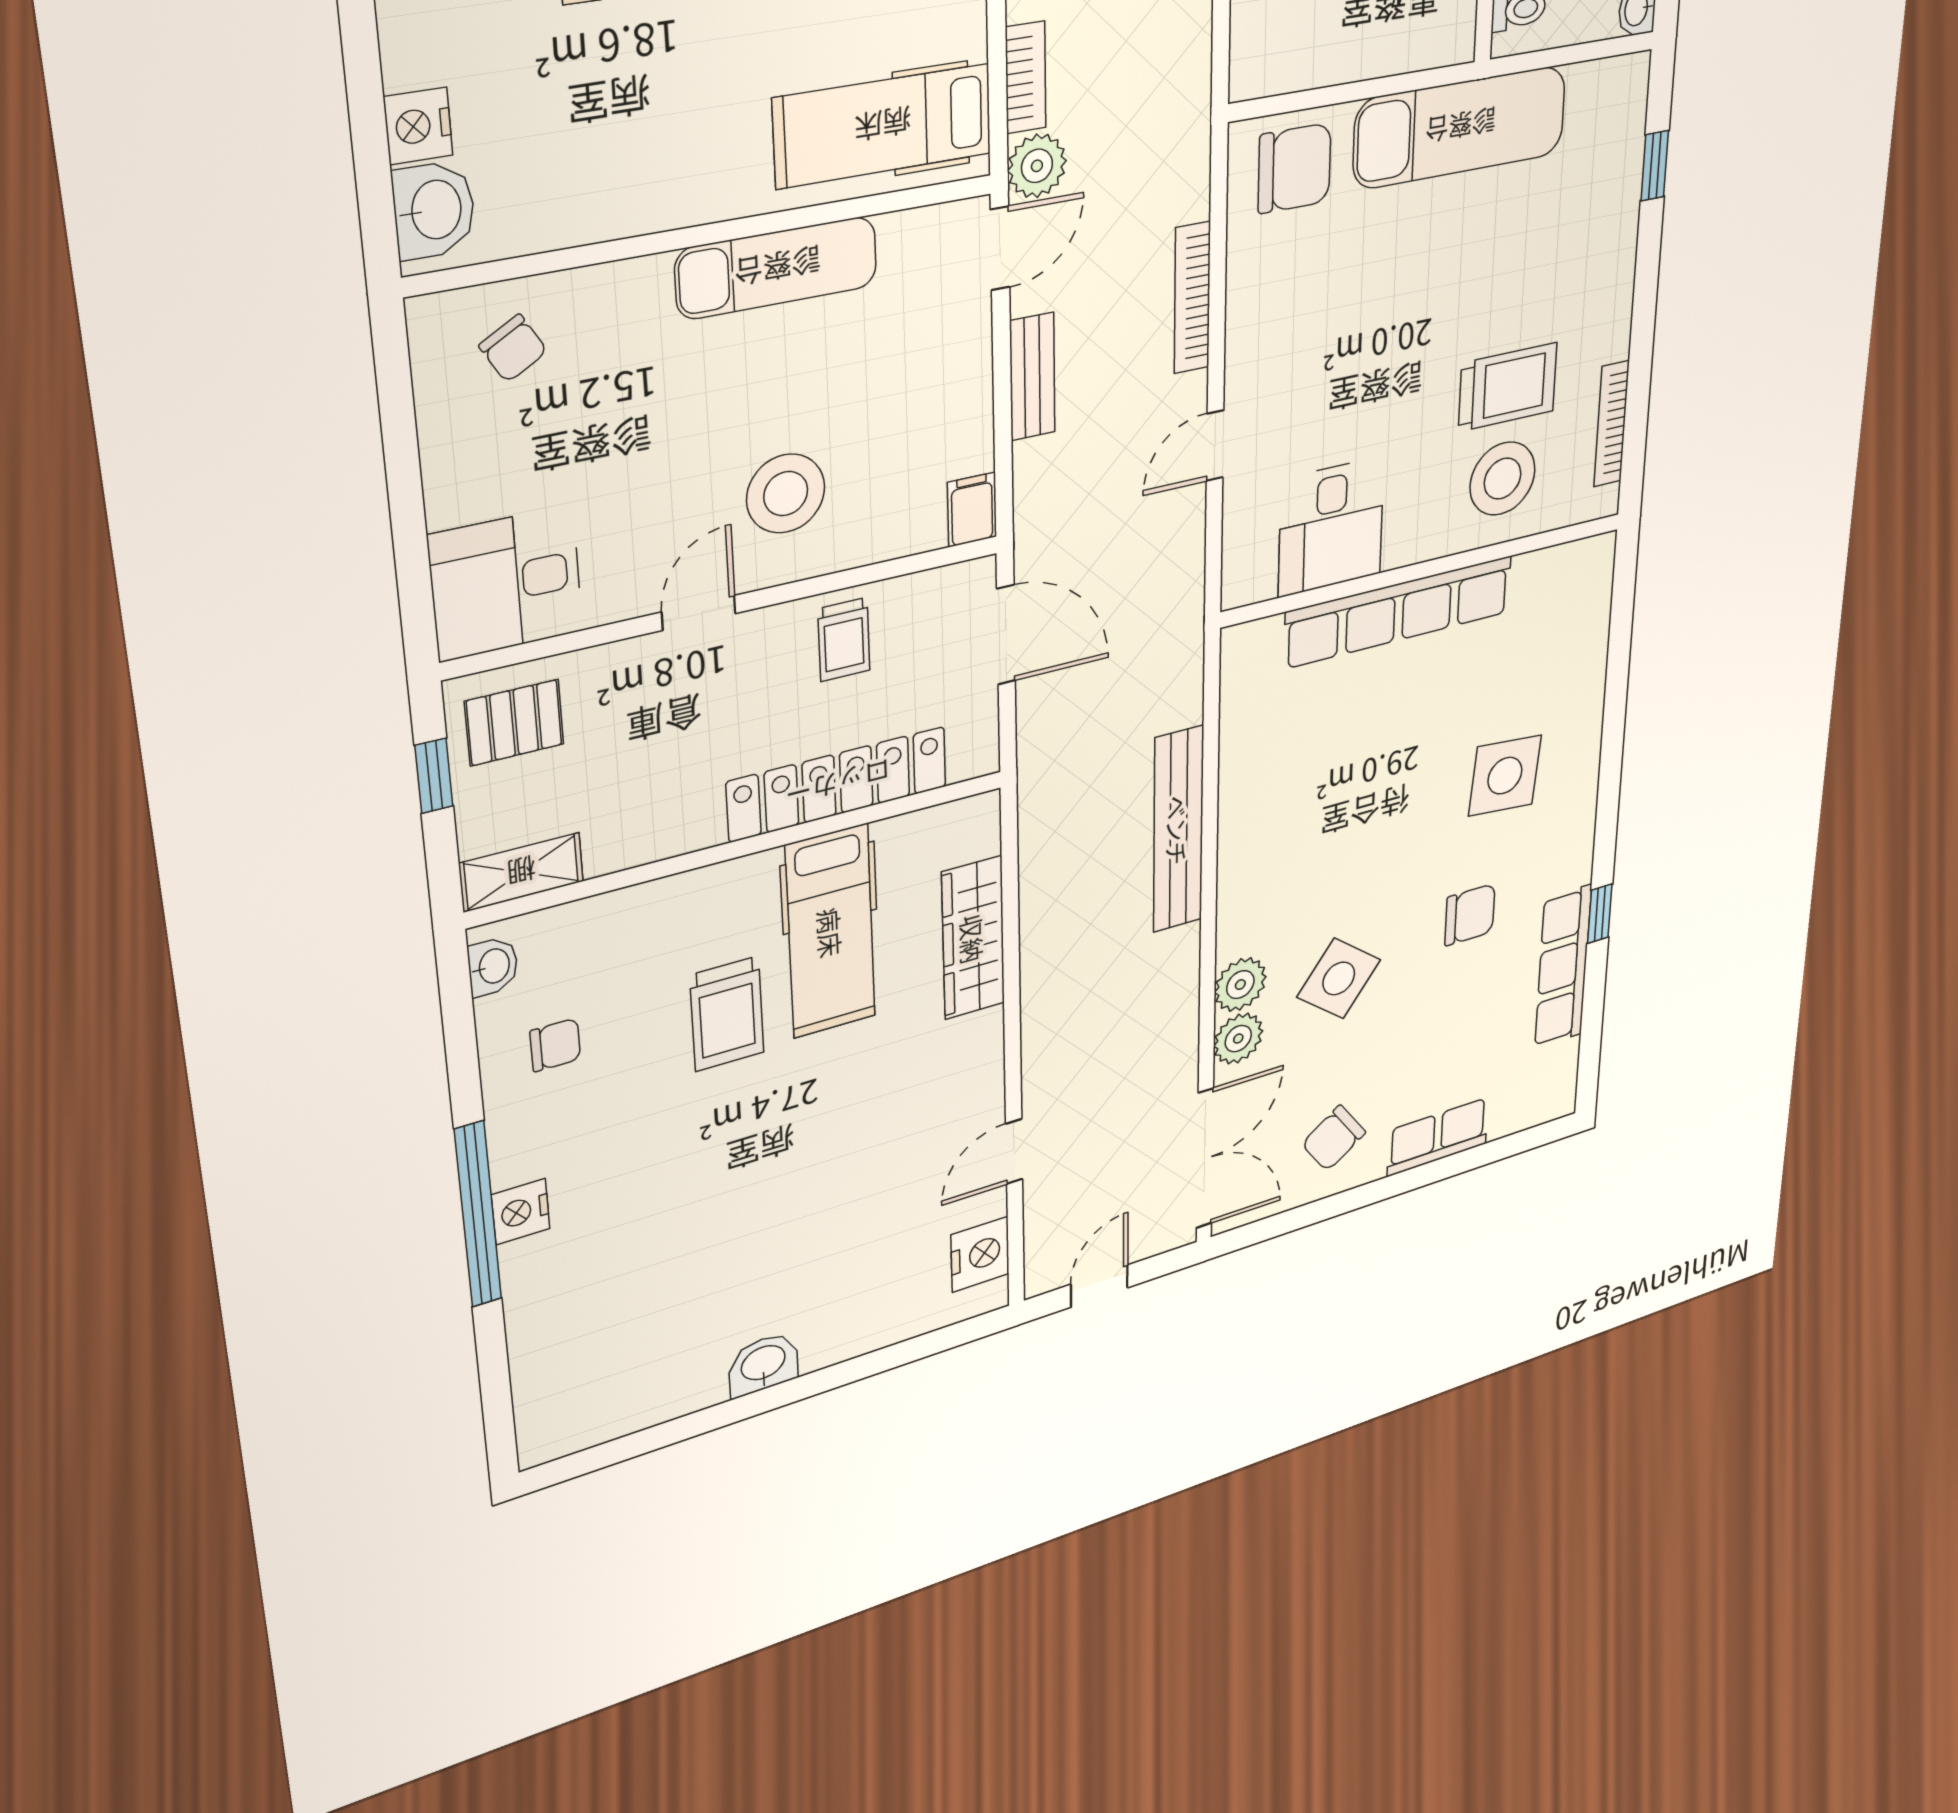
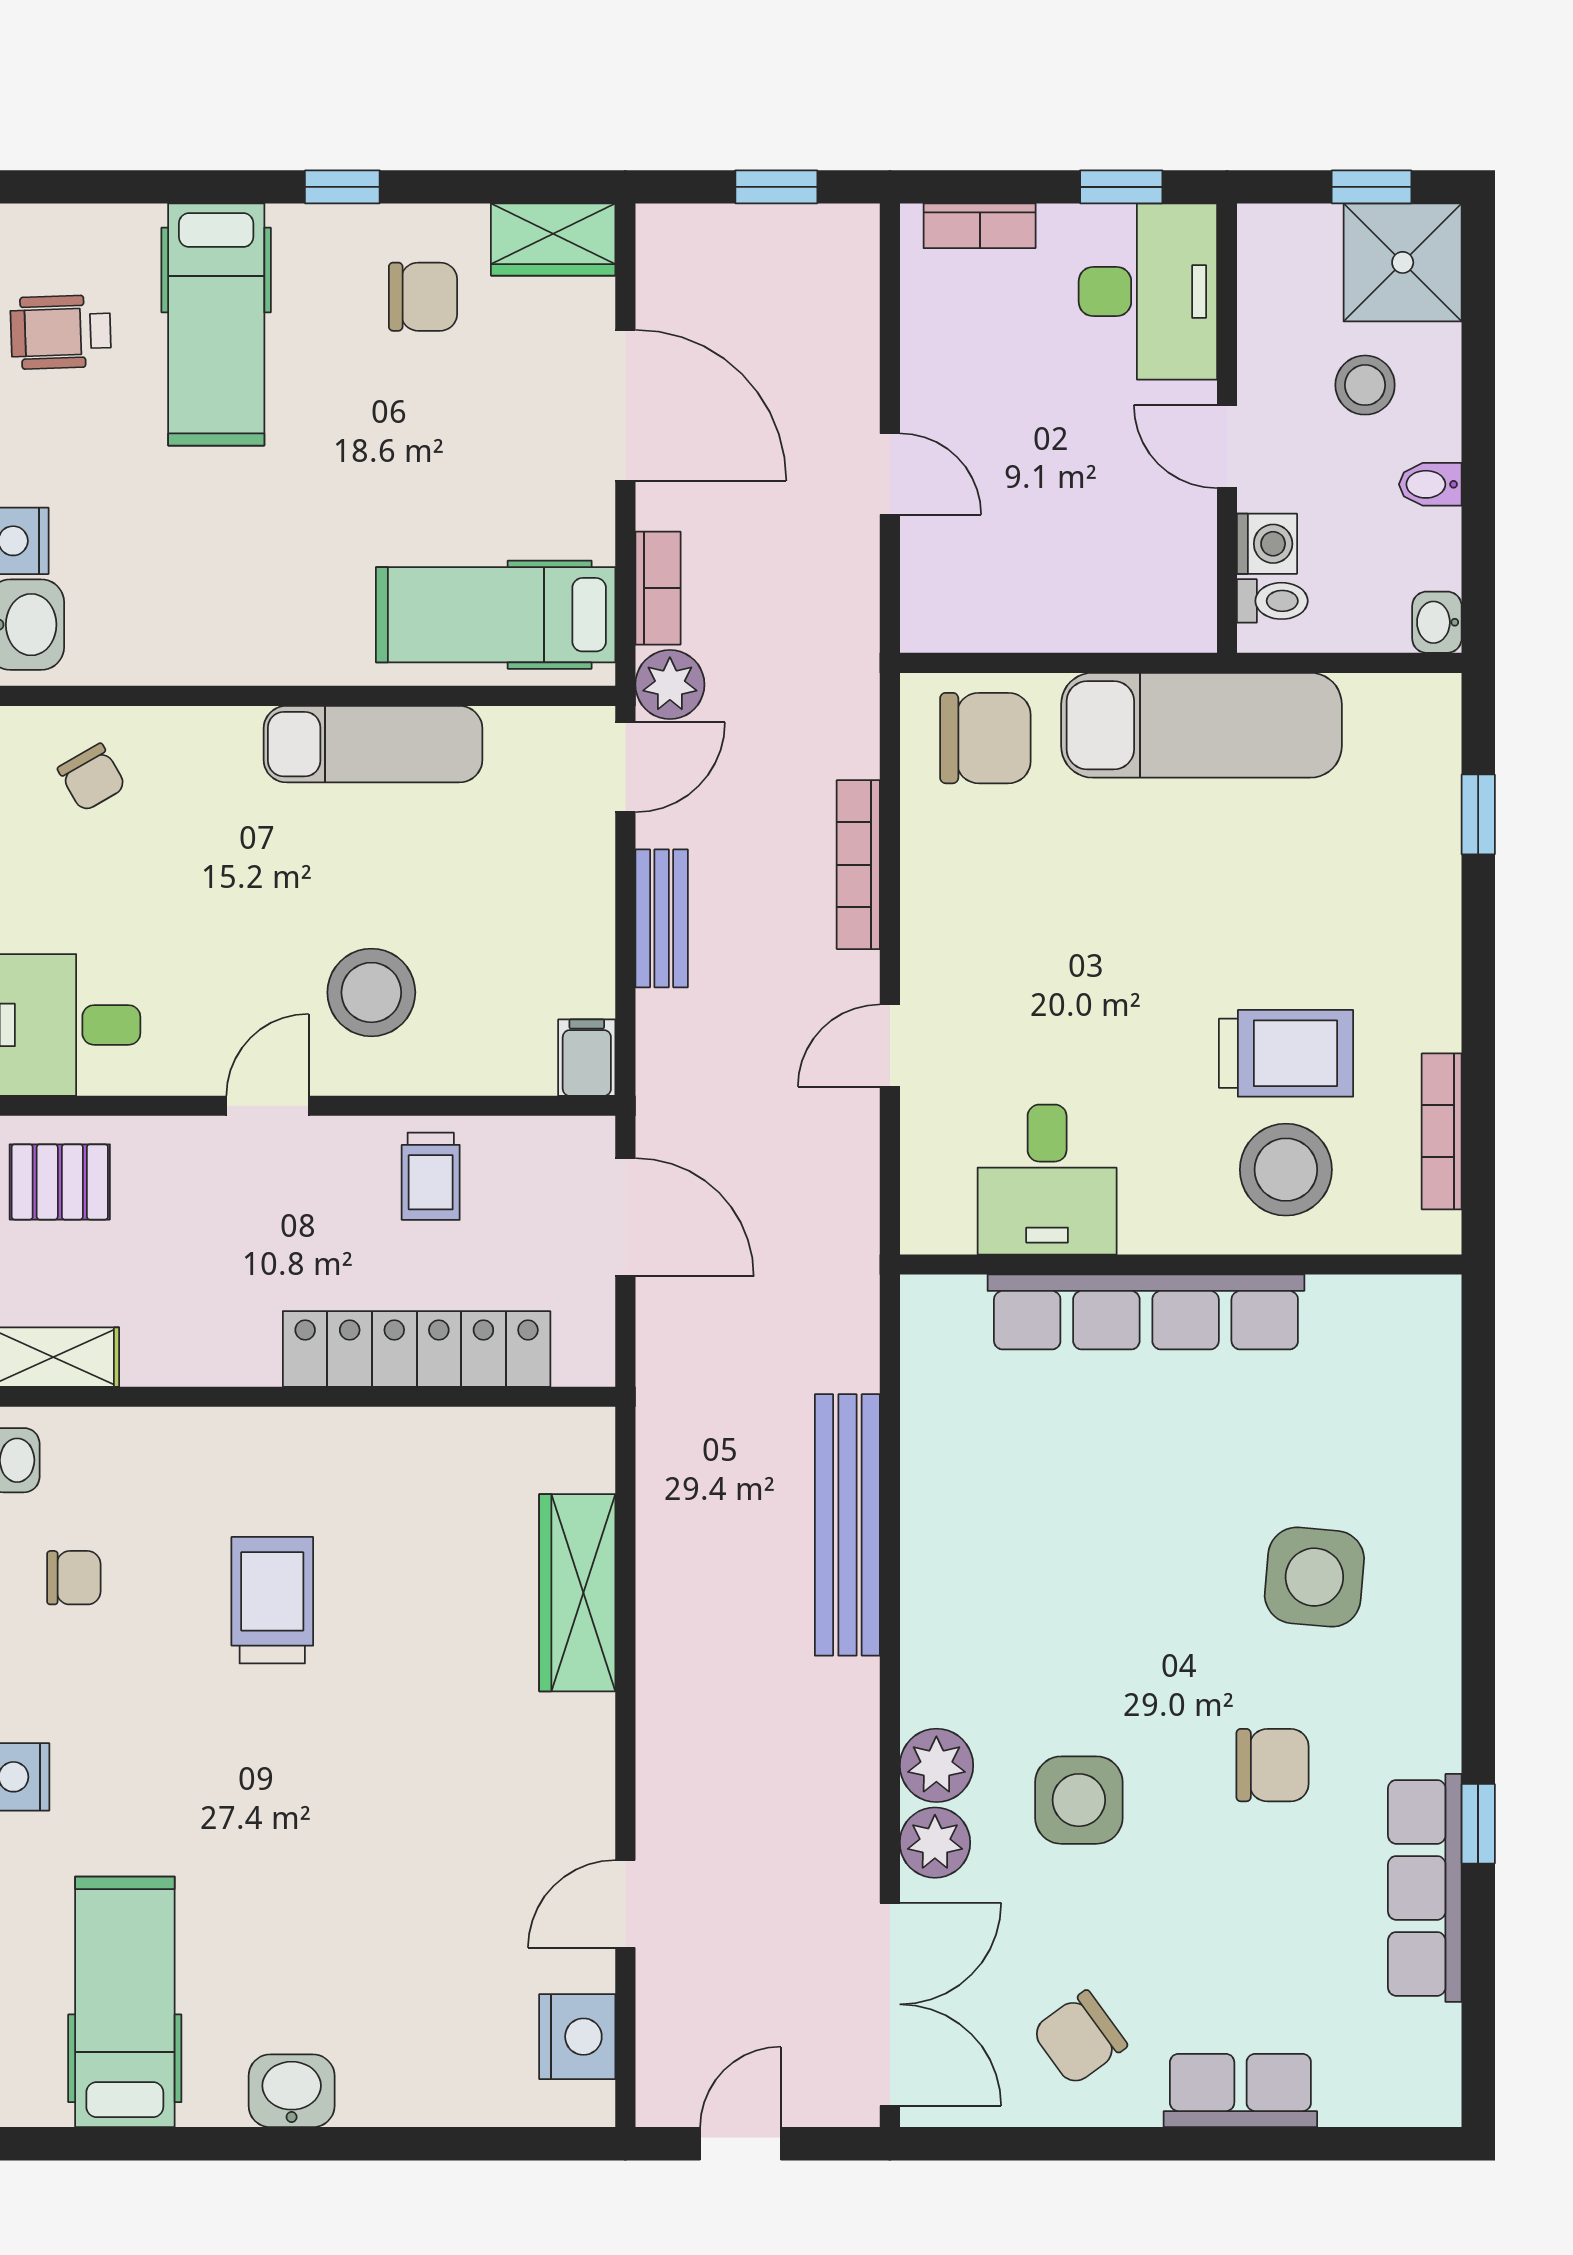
hospital bed: (831, 932) -> (125, 2002), moved, turned 180
side table: (1339, 978) -> (1079, 1800), turned -37
trolley: (727, 1014) -> (272, 1600), turned 180

